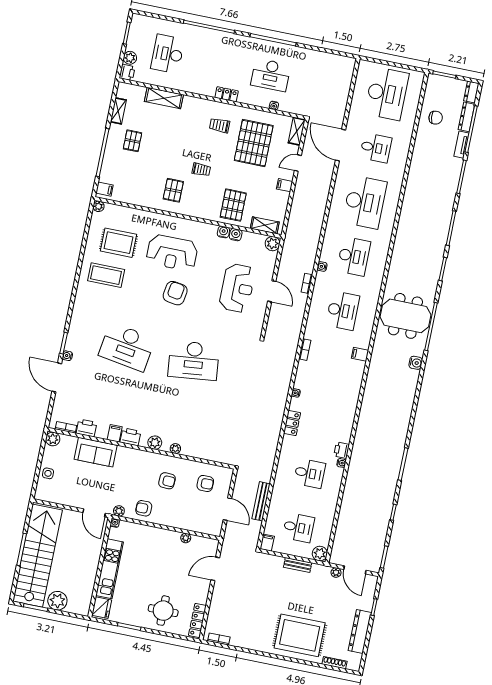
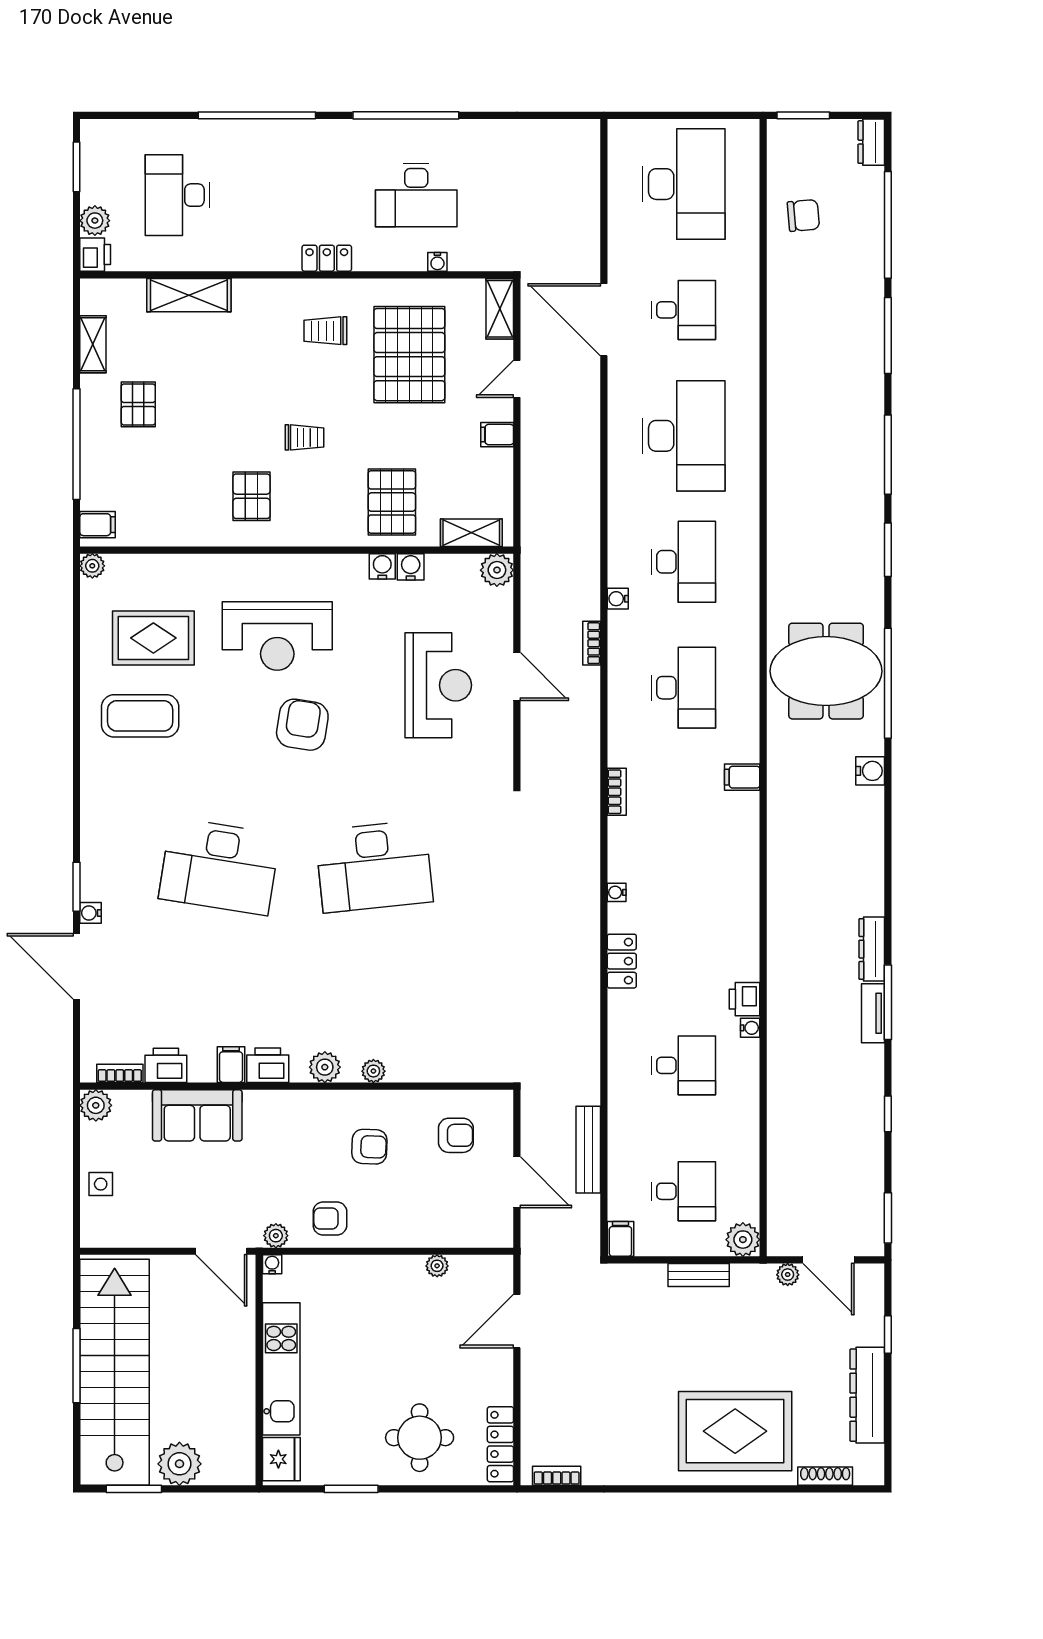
dresser: (466, 117) -> (872, 949), moved
tv unit: (461, 145) -> (873, 1013), moved

